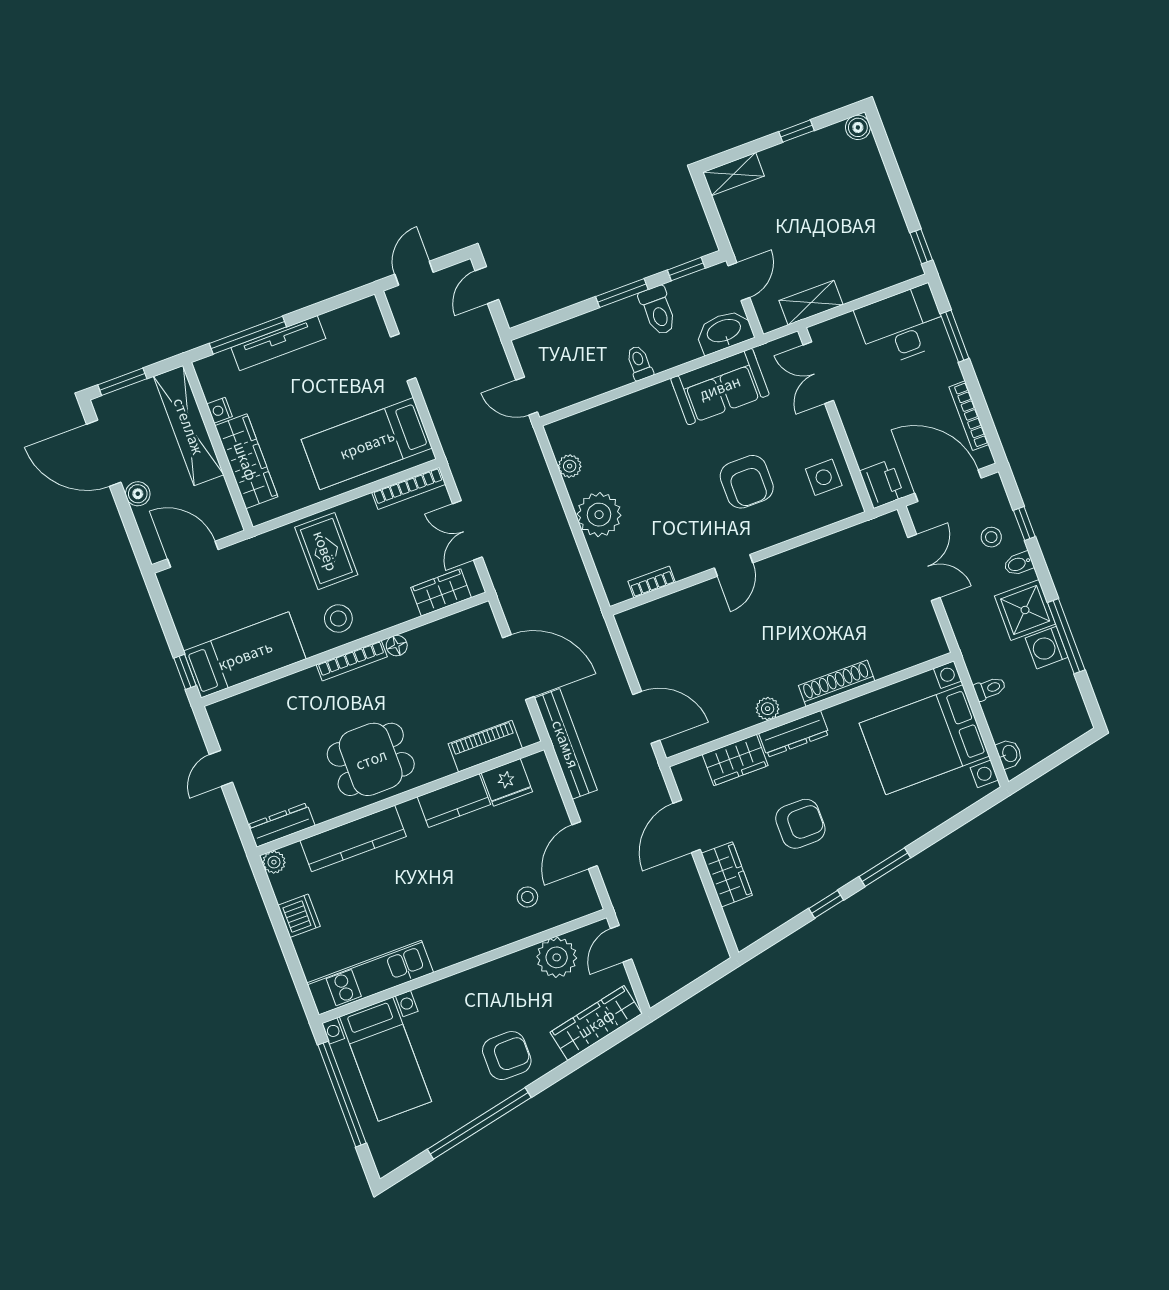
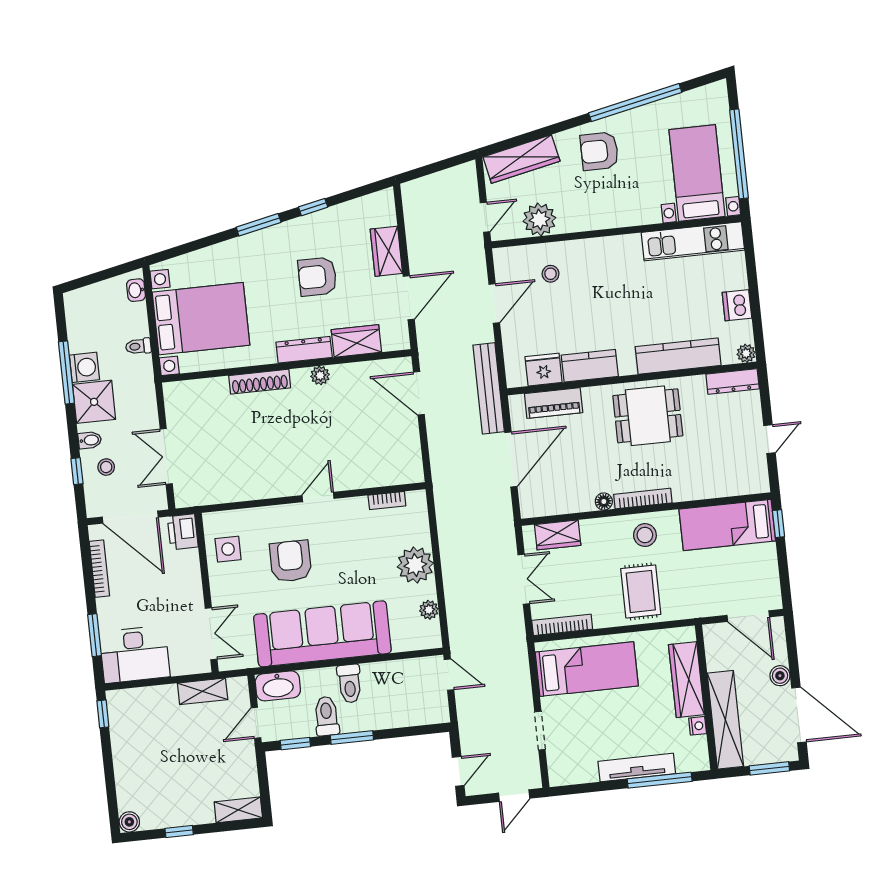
toilet: (639, 363) -> (350, 684), width x1.37, depth x1.39
sofa: (720, 387) -> (322, 634), width x1.85, depth x1.27
door: (518, 667) -> (511, 459), swing flipped

